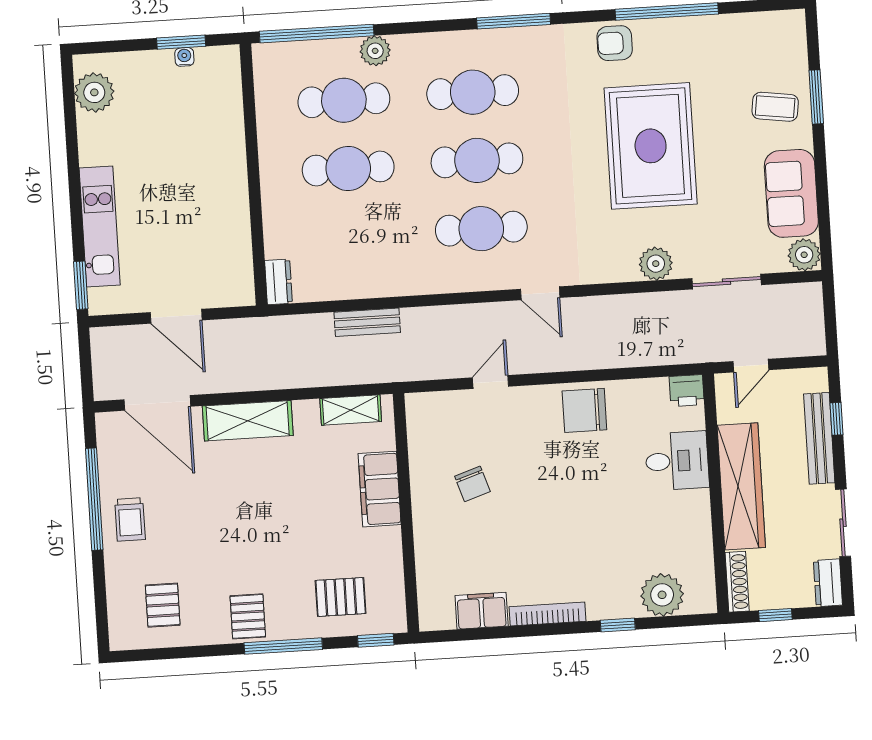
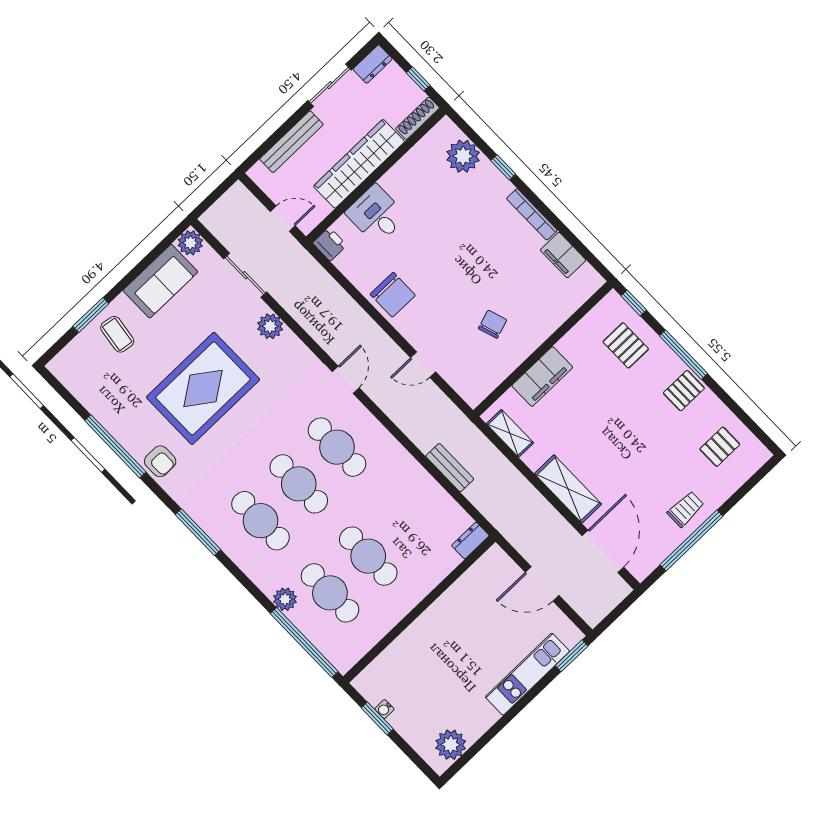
door: (176, 316) -> (542, 584), swing flipped
window: (836, 419) -> (271, 141), removed

